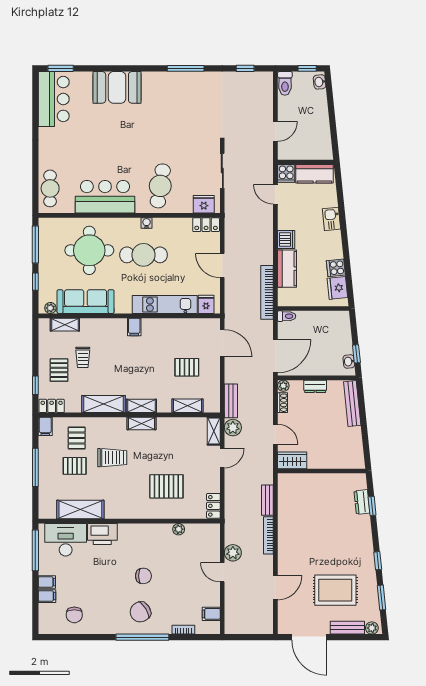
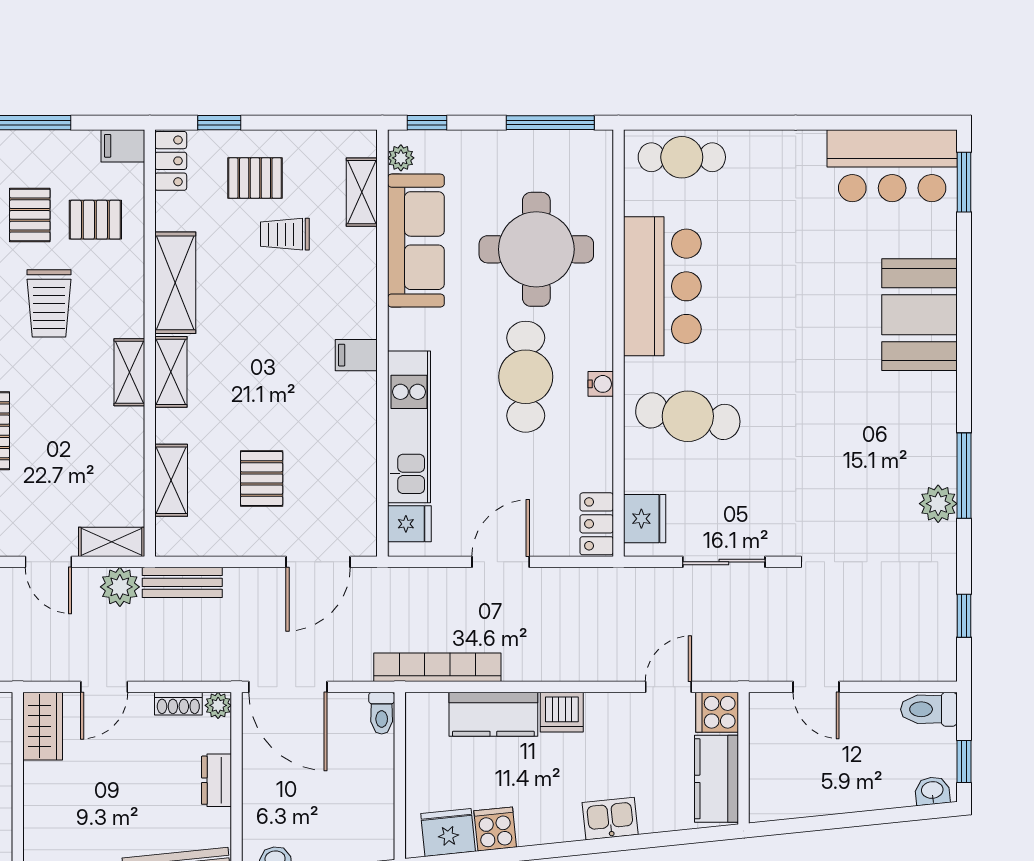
plant: (197, 79) -> (938, 504), added
window: (35, 282) -> (427, 123), moved

